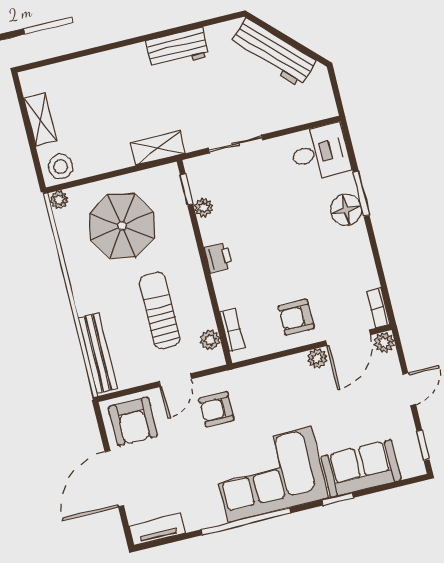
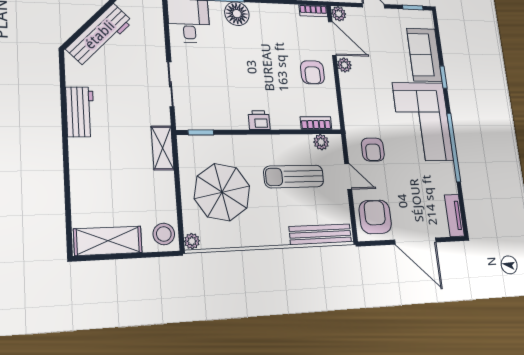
shelving: (40, 120) -> (108, 241), width x1.50, depth x1.33
plant: (204, 208) -> (218, 122), removed
armchair: (133, 421) -> (375, 217), turned -90

